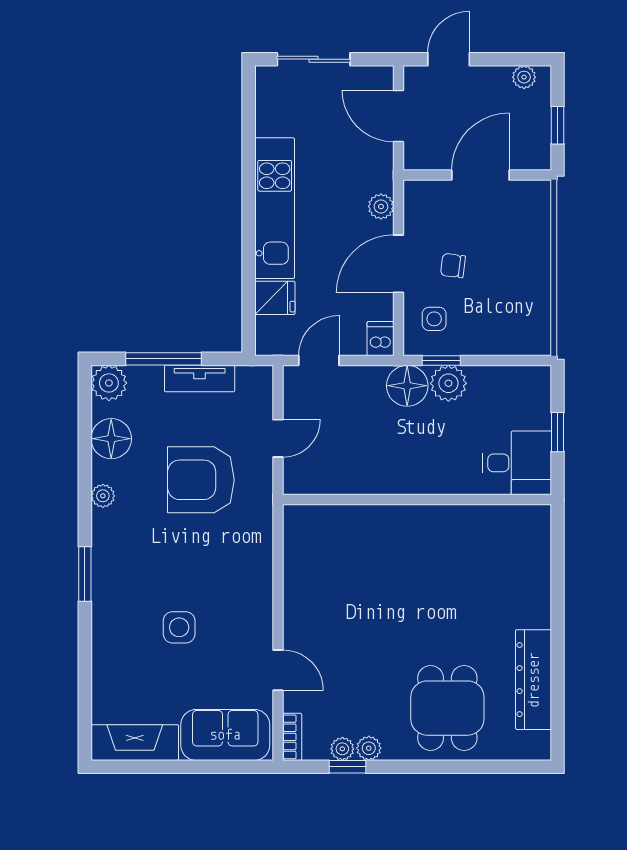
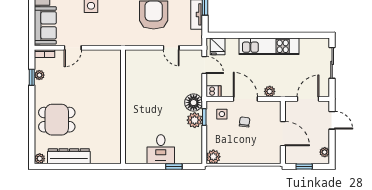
fridge: (275, 298) -> (218, 46), moved
plant: (535, 339) -> (213, 157), added
wall: (417, 499) -> (123, 107), moved
plant: (369, 748) -> (40, 159), moved

